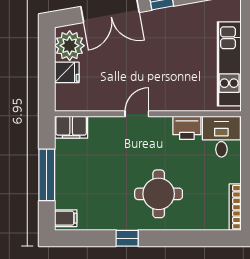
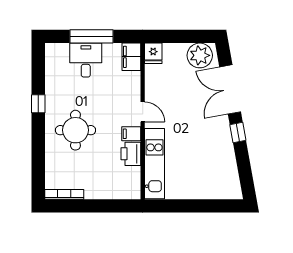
kitchen unit: (229, 64) -> (154, 164), moved, turned 90
fridge: (67, 72) -> (153, 53), moved
desk: (221, 137) -> (86, 60), moved, turned -90
filing cabinet: (66, 218) -> (131, 134), moved, turned 90

